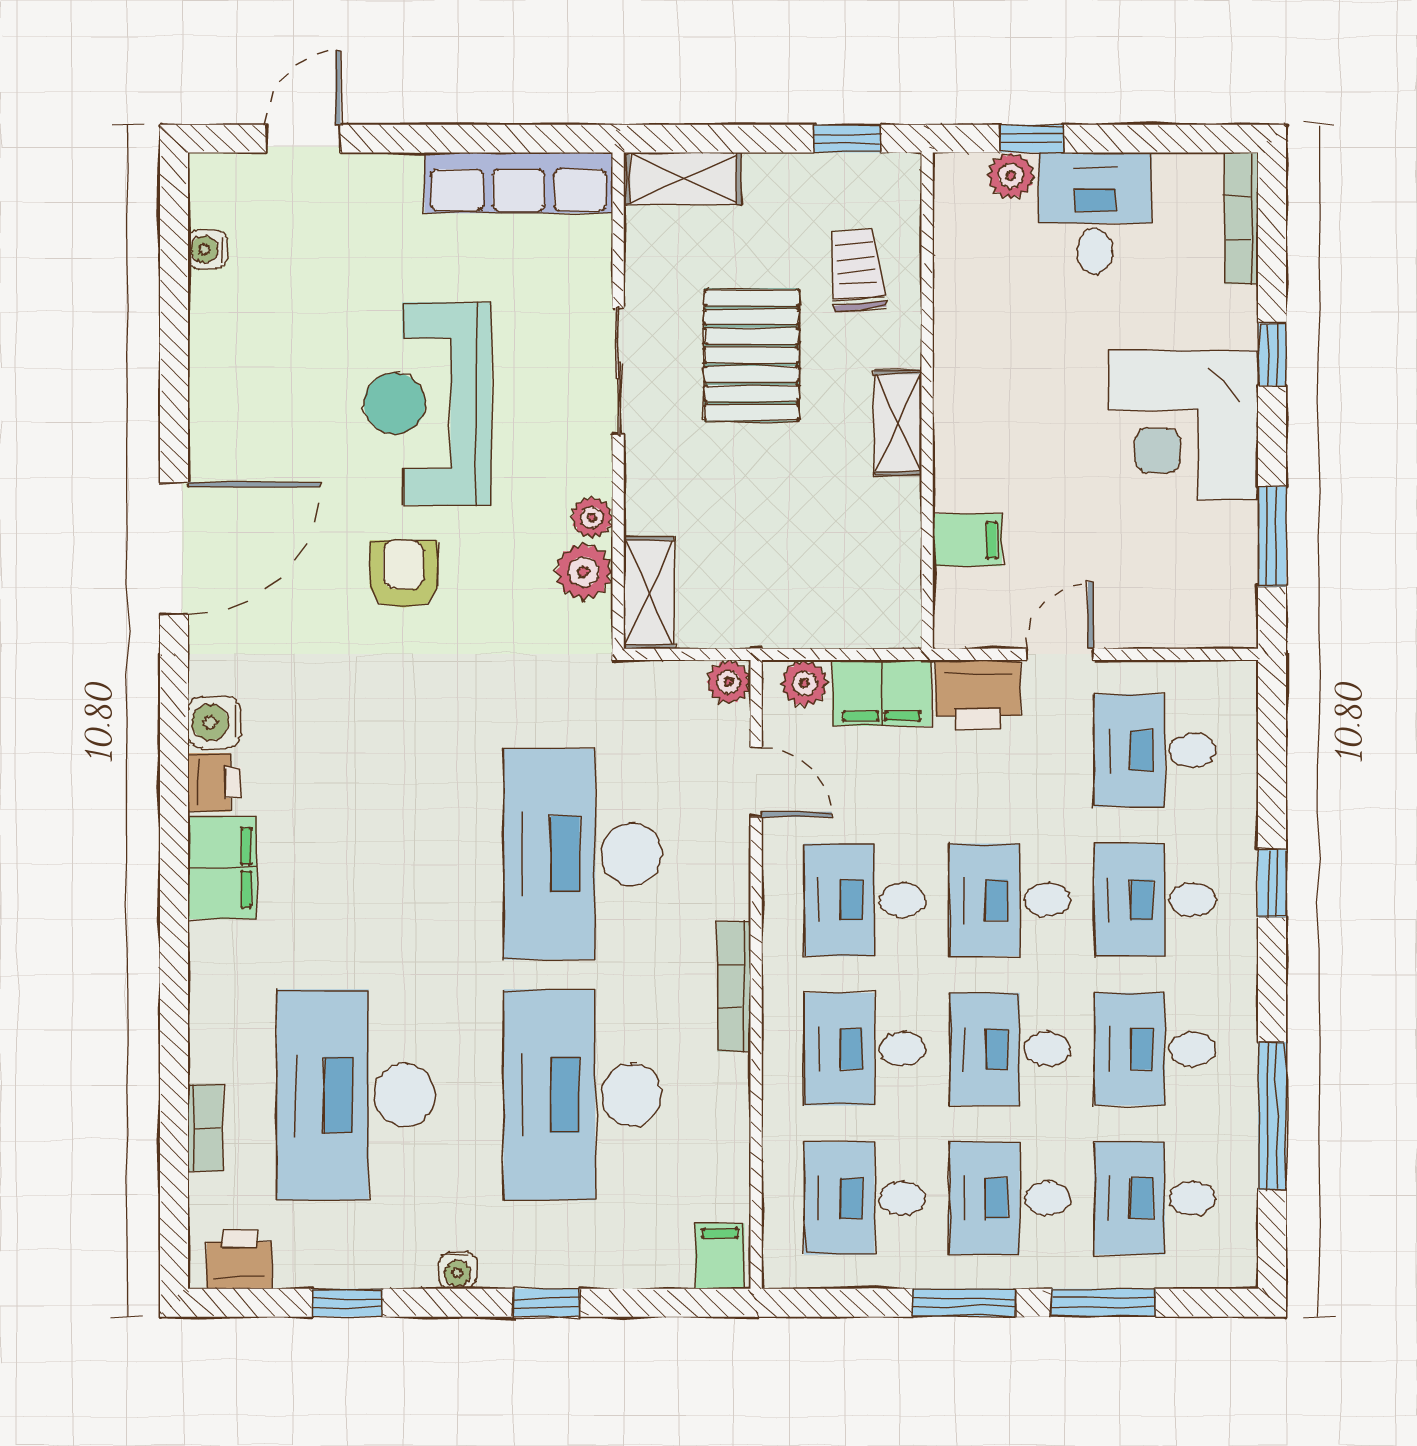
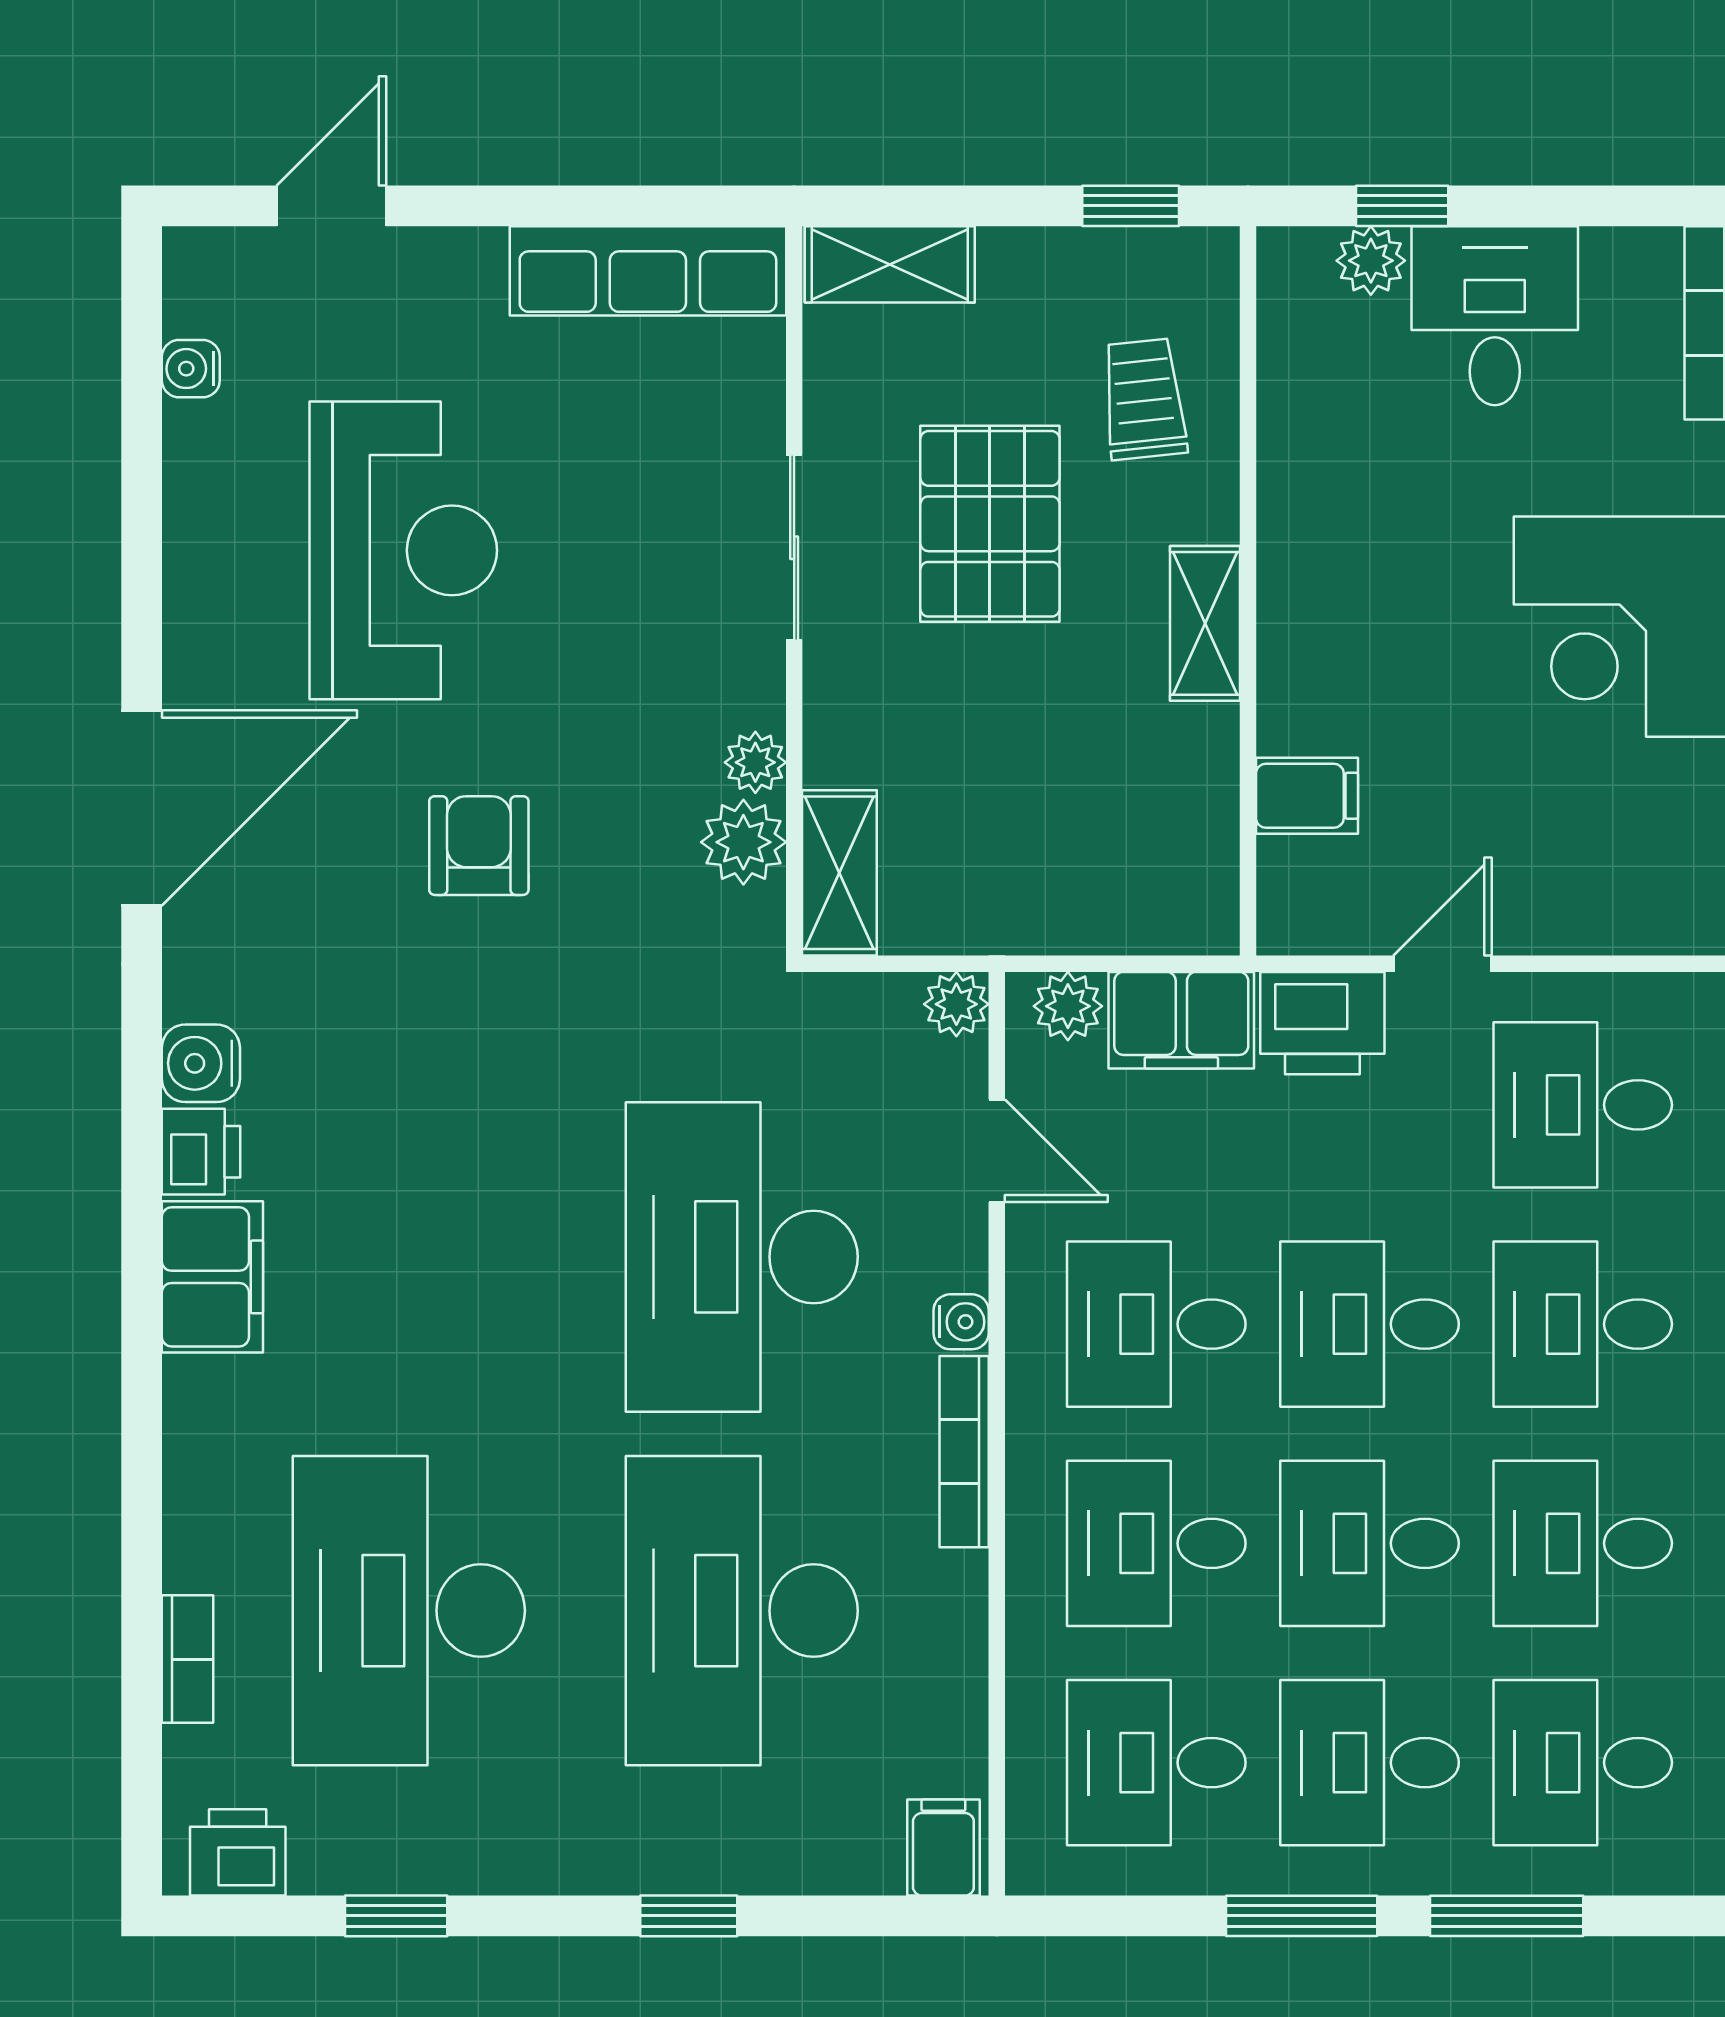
reception desk: (428, 404) -> (403, 550), moved, turned 180
water cooler: (457, 1270) -> (961, 1322), moved, turned -90

